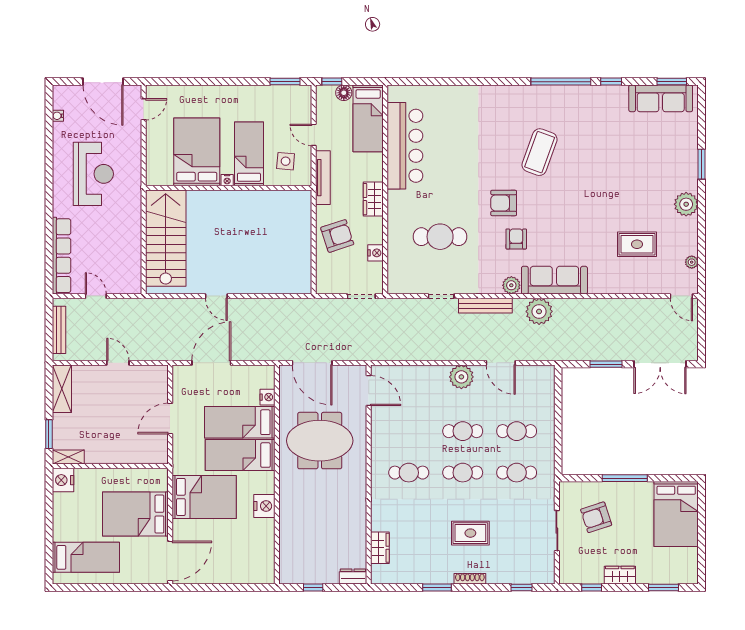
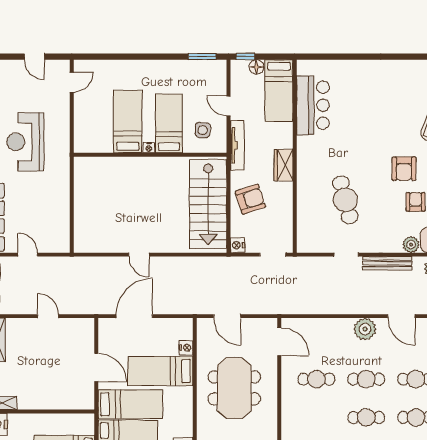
door: (103, 82) -> (34, 57), width x0.53
bar counter: (405, 146) -> (313, 105), width x0.73
bed: (197, 152) -> (128, 121), width x0.67
reception desk: (93, 174) -> (25, 142), turned 180
armchair: (504, 203) -> (404, 169), turned -90
cafe table: (440, 237) -> (345, 200), turned 75
stairs: (166, 238) -> (208, 204), moved, turned 180
nightstand: (376, 253) -> (237, 245), moved, turned 180
door: (312, 363) -> (227, 316), width x0.73
door: (170, 418) -> (96, 368), swing flipped
meeting table: (320, 441) -> (234, 388), turned 90
bed: (240, 455) -> (130, 404), moved, turned 180
cafe table: (409, 473) -> (316, 379), moved

